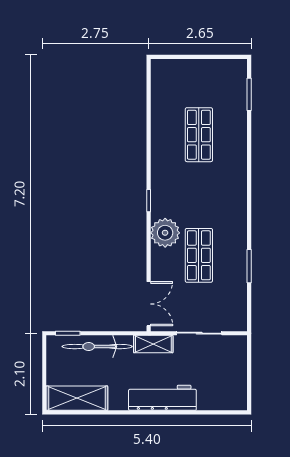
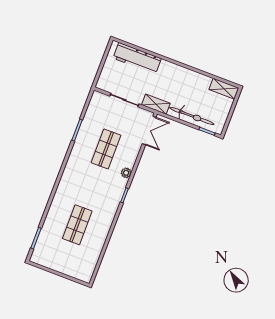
plant: (165, 233) -> (126, 173), width x0.53, depth x0.53
double door: (149, 304) -> (149, 130), swing flipped
shelving: (77, 398) -> (224, 89), width x0.67, depth x0.75
workbench: (162, 398) -> (137, 58), moved

